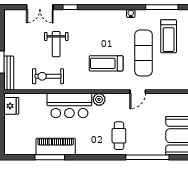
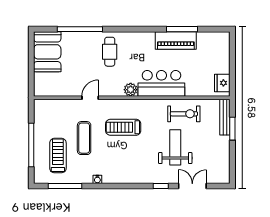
weight bench: (56, 44) -> (175, 147), width x1.36, depth x1.33
exercise mat: (143, 53) -> (84, 138), width x0.73, depth x0.69
treadmill: (106, 63) -> (123, 127), turned 180

